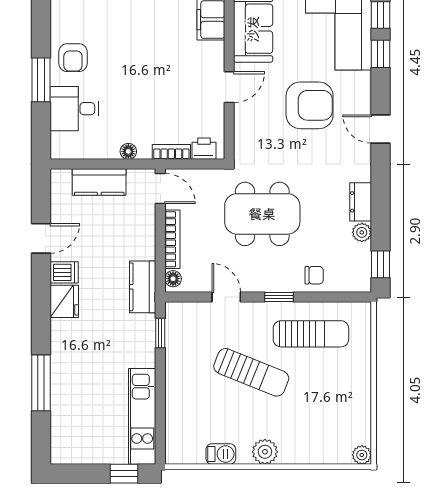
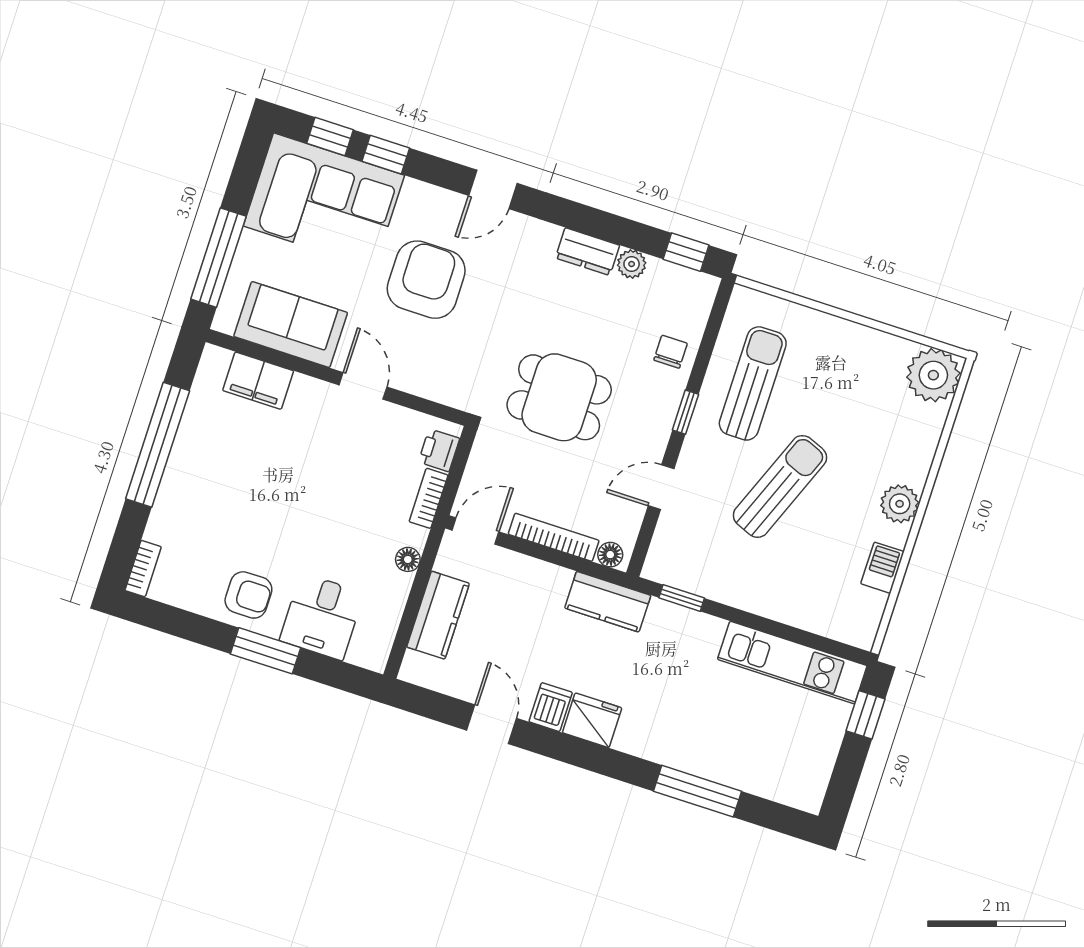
dining table: (262, 214) -> (559, 397), width x0.73
plant: (362, 455) -> (933, 375), width x1.87, depth x1.87

